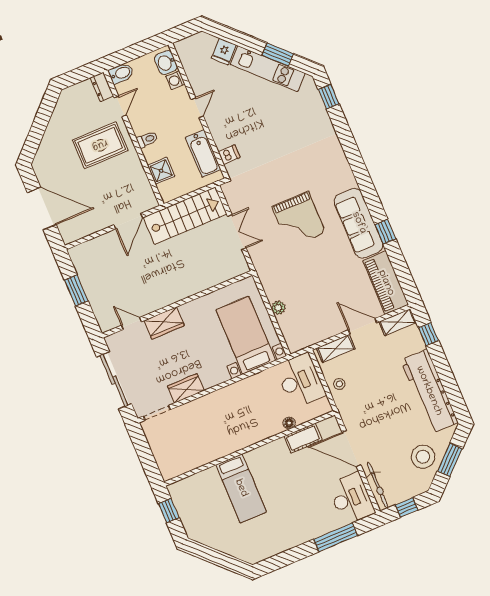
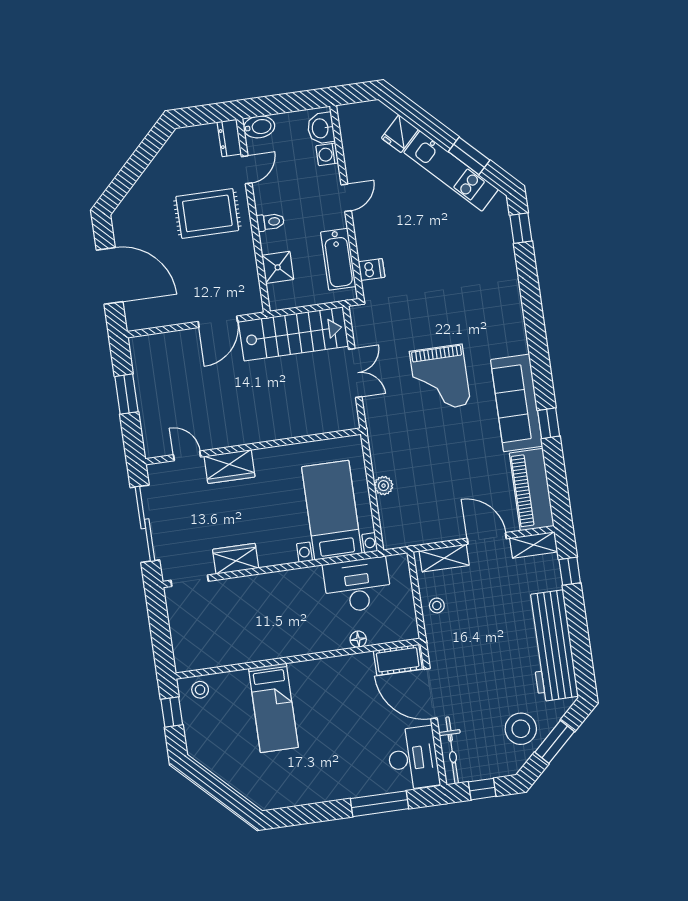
desk: (300, 381) -> (357, 585), moved, turned -90
cot: (303, 438) -> (398, 660), moved
stool: (185, 489) -> (200, 690), added

